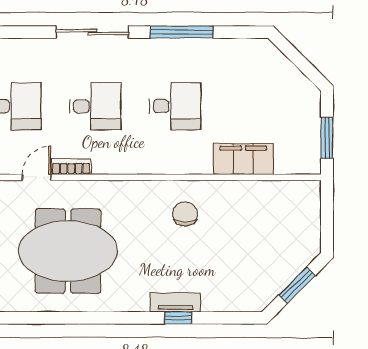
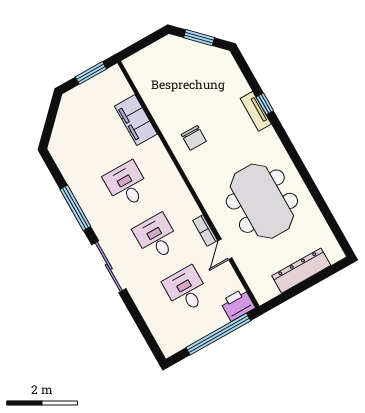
door: (37, 177) -> (225, 249), hinge flipped
chair: (185, 214) -> (194, 138), turned -90

